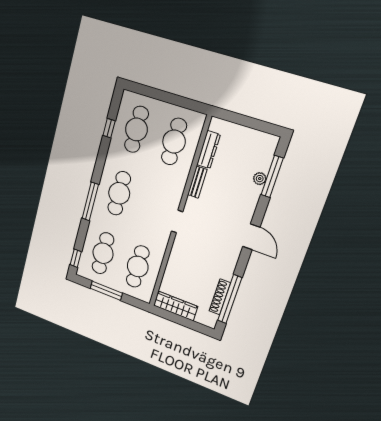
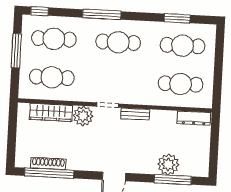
window: (109, 128) -> (177, 18), width x1.50
dresser: (208, 150) -> (194, 118), moved
plant: (260, 179) -> (168, 164), width x1.88, depth x1.88
bench: (197, 182) -> (135, 114), moved
plant: (182, 249) -> (83, 116), added
wardrobe: (175, 306) -> (51, 112), moved, turned 90

